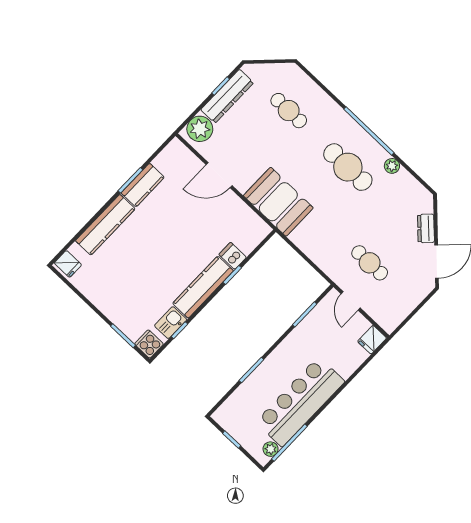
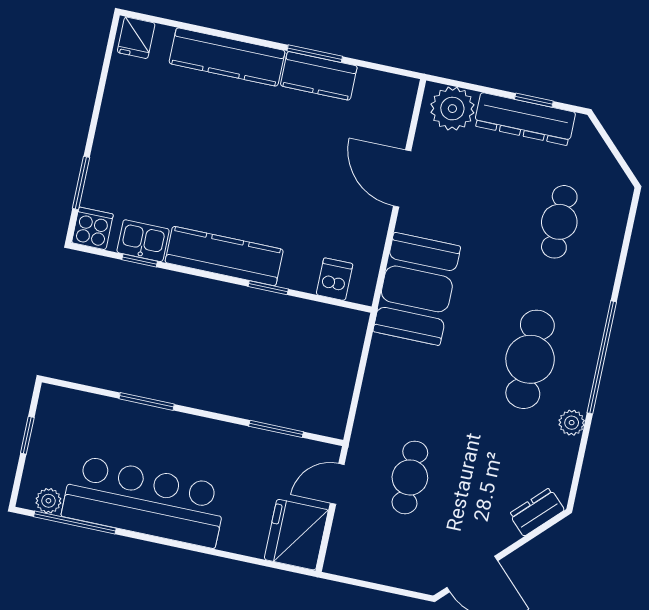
dresser: (426, 228) -> (537, 512), moved
dishwasher: (233, 256) -> (334, 279), moved
fridge: (372, 340) -> (296, 535), width x1.88, depth x1.34

